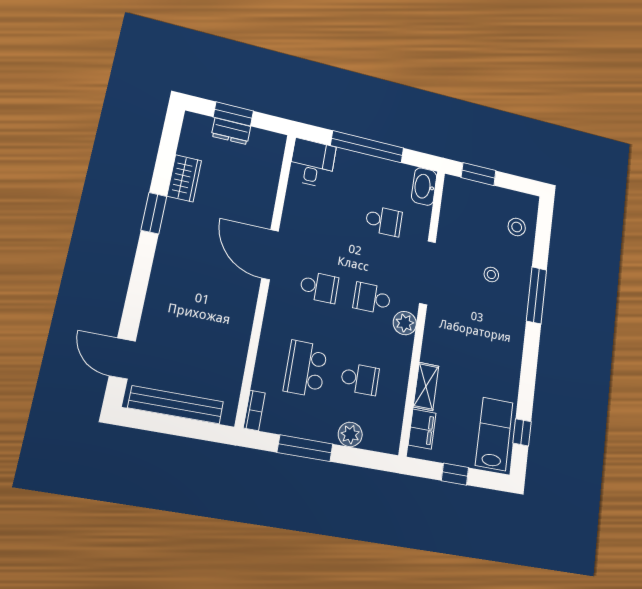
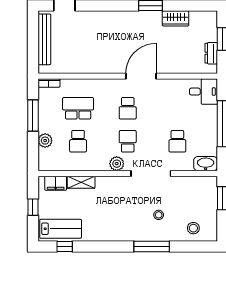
dresser: (231, 131) -> (211, 53), moved

